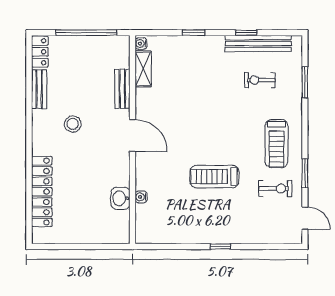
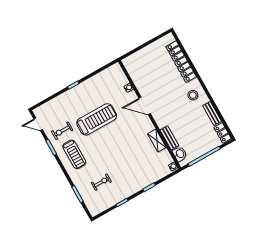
bench: (258, 43) -> (113, 200), removed
shelving: (143, 69) -> (157, 141), moved
stool: (73, 124) -> (193, 95), moved
door: (132, 135) -> (145, 106), moved
treadmill: (277, 144) -> (74, 154), turned 180
treadmill: (214, 177) -> (97, 119), width x1.37, depth x1.38
washbasin: (120, 198) -> (180, 154), moved

